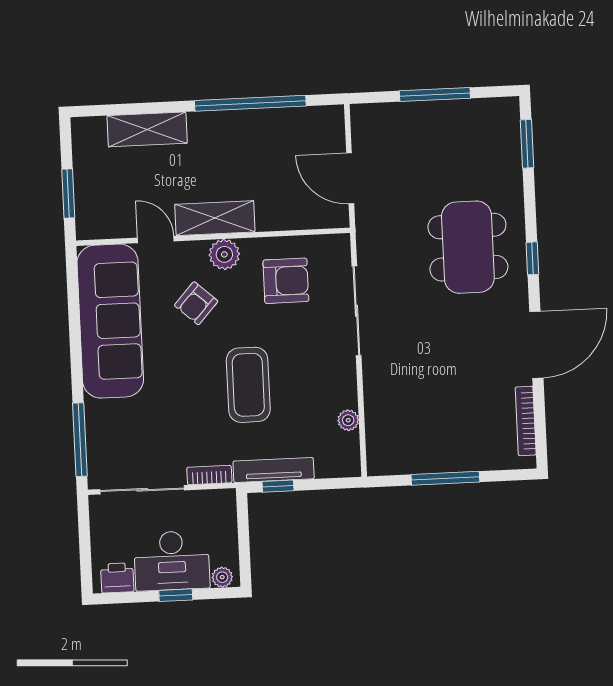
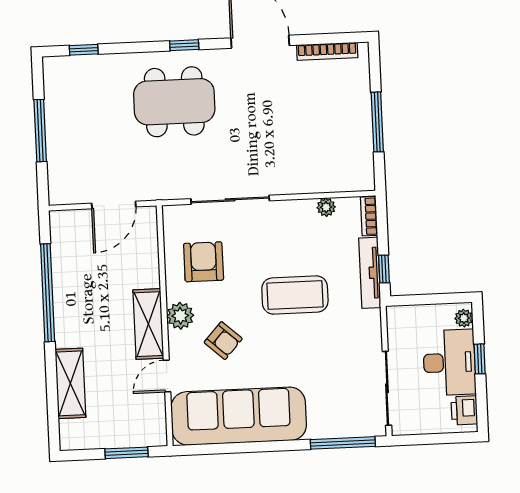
window: (527, 144) -> (84, 50), width x0.67
bookcase: (209, 475) -> (369, 216), moved

